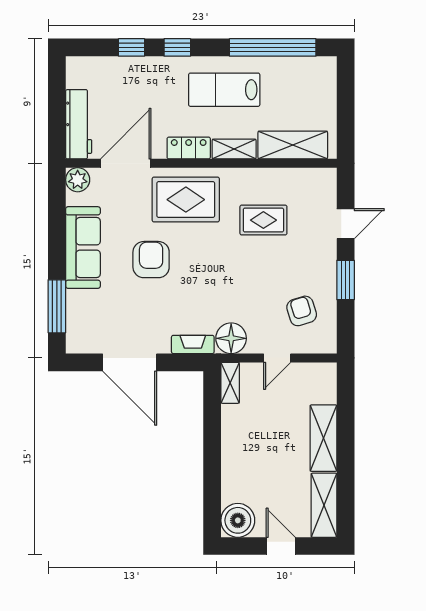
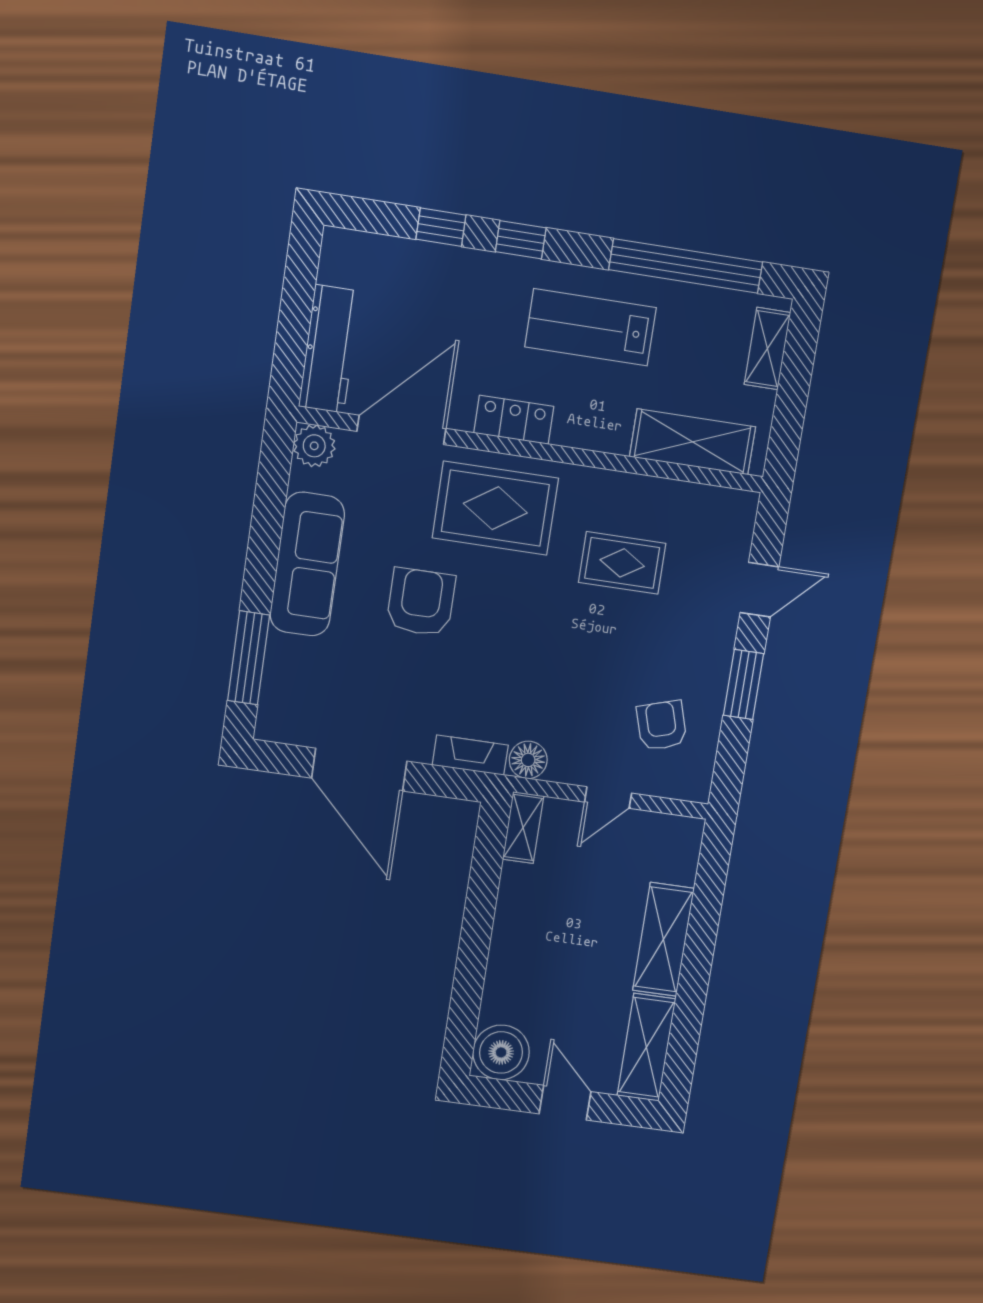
shelving: (234, 149) -> (767, 349), moved, turned 90
floor lamp: (231, 338) -> (528, 760), width x0.73, depth x0.73

